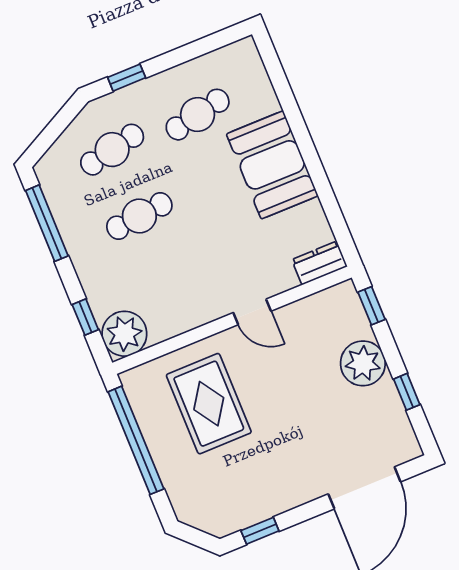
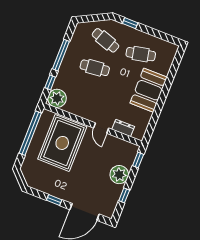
cafe table: (112, 150) -> (105, 40), turned 30
window: (47, 223) -> (61, 55), moved
dresser: (319, 263) -> (123, 128), moved
rug: (209, 404) -> (62, 143), width x1.37, depth x1.44
window: (260, 531) -> (54, 200), moved

